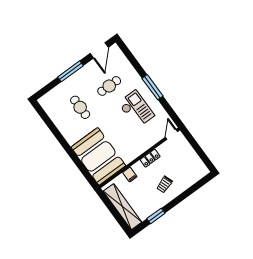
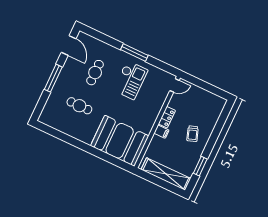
checkout: (136, 109) -> (130, 80), turned 90
door: (171, 134) -> (174, 85), swing flipped
filing cabinet: (130, 175) -> (161, 132), moved

